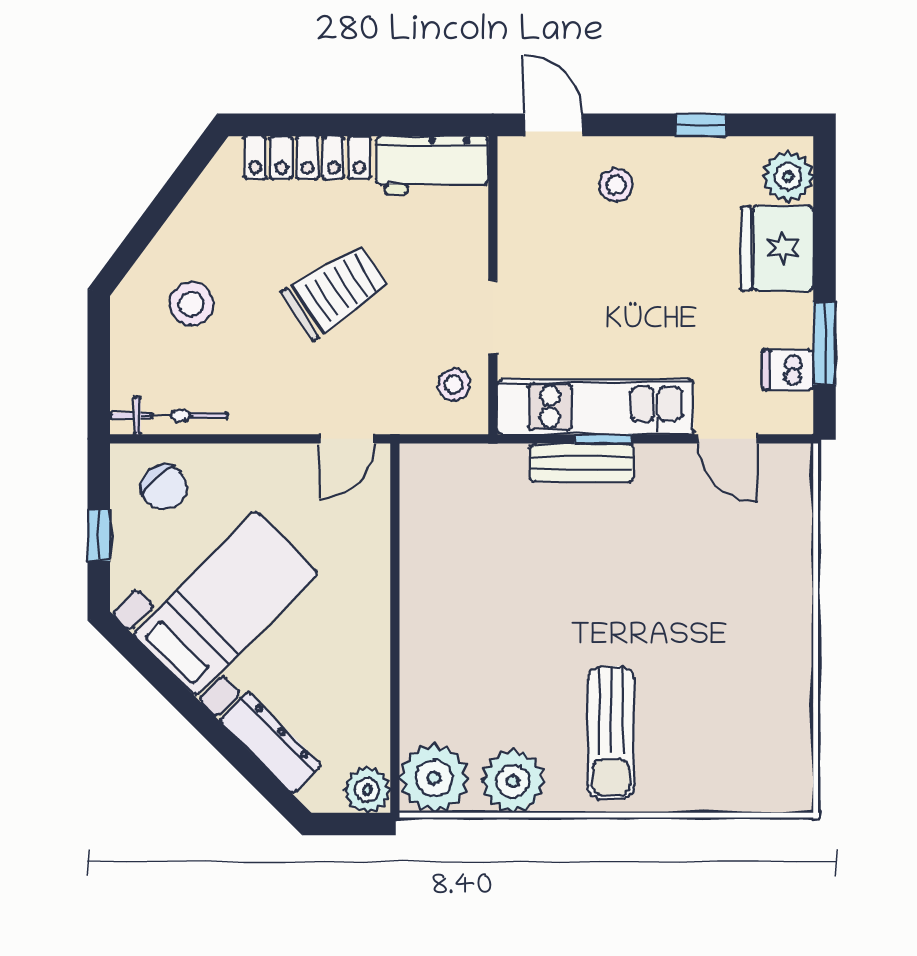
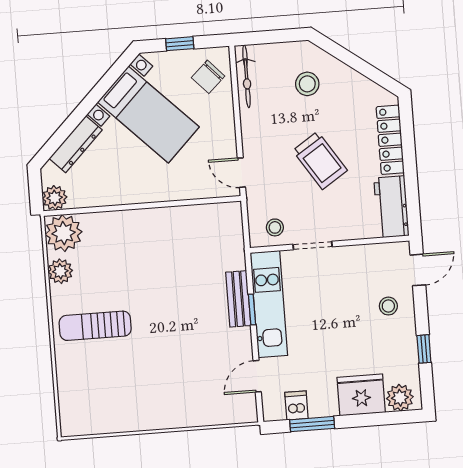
plant: (513, 781) -> (60, 271), width x0.73, depth x0.73

